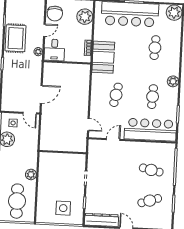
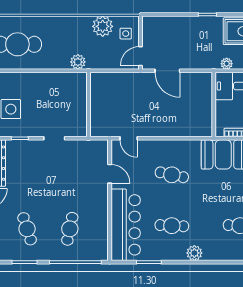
door: (88, 125) -> (129, 138), hinge flipped
plant: (31, 174) -> (78, 62), moved

